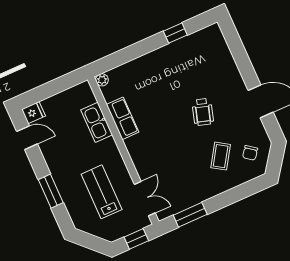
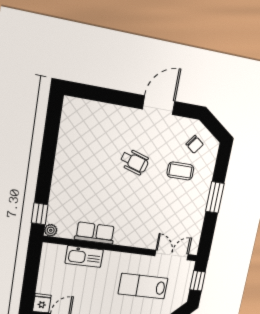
window: (175, 33) -> (40, 214), moved
coffee table: (221, 156) -> (180, 171), turned -33
window: (190, 215) -> (215, 197), moved

